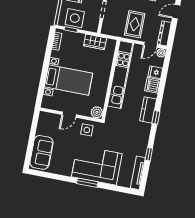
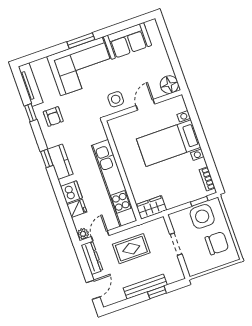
rug: (135, 24) -> (131, 249), turned 90
wardrobe: (95, 42) -> (151, 207), moved
plant: (97, 112) -> (116, 126), removed
floor lamp: (45, 119) -> (169, 85), added
armchair: (135, 143) -> (53, 117), added
sofa: (41, 152) -> (127, 41), moved, turned -90

